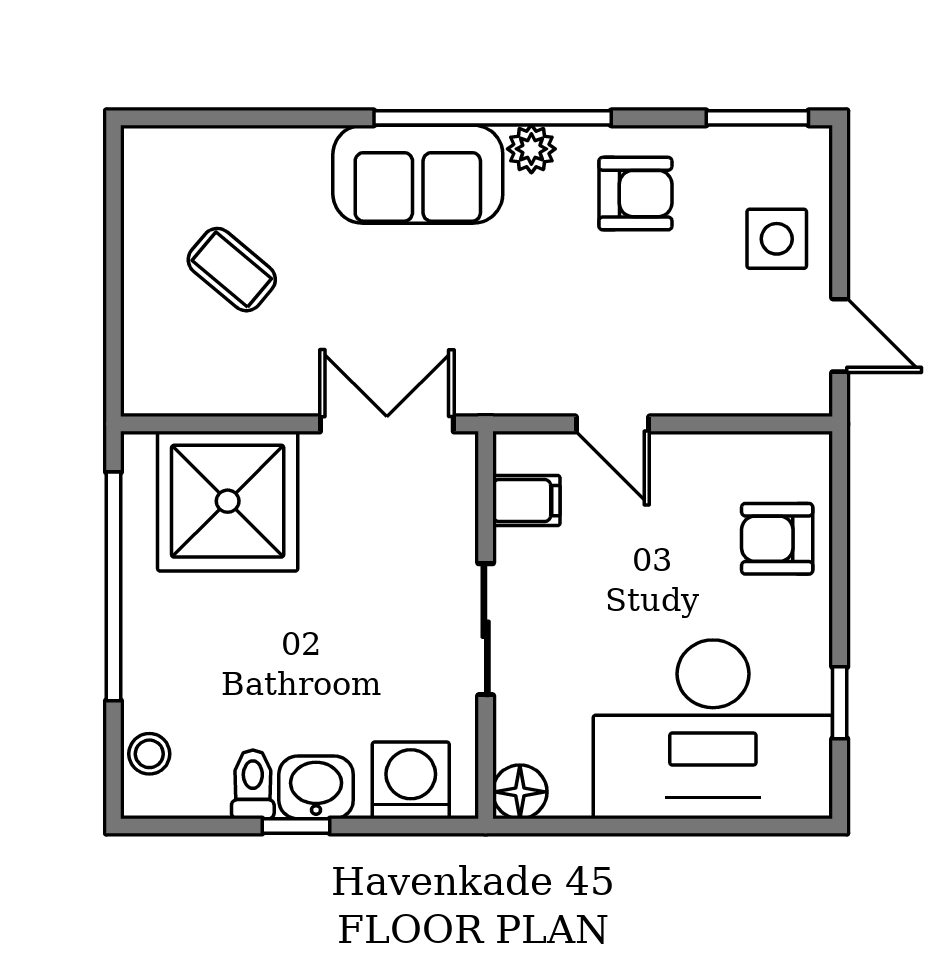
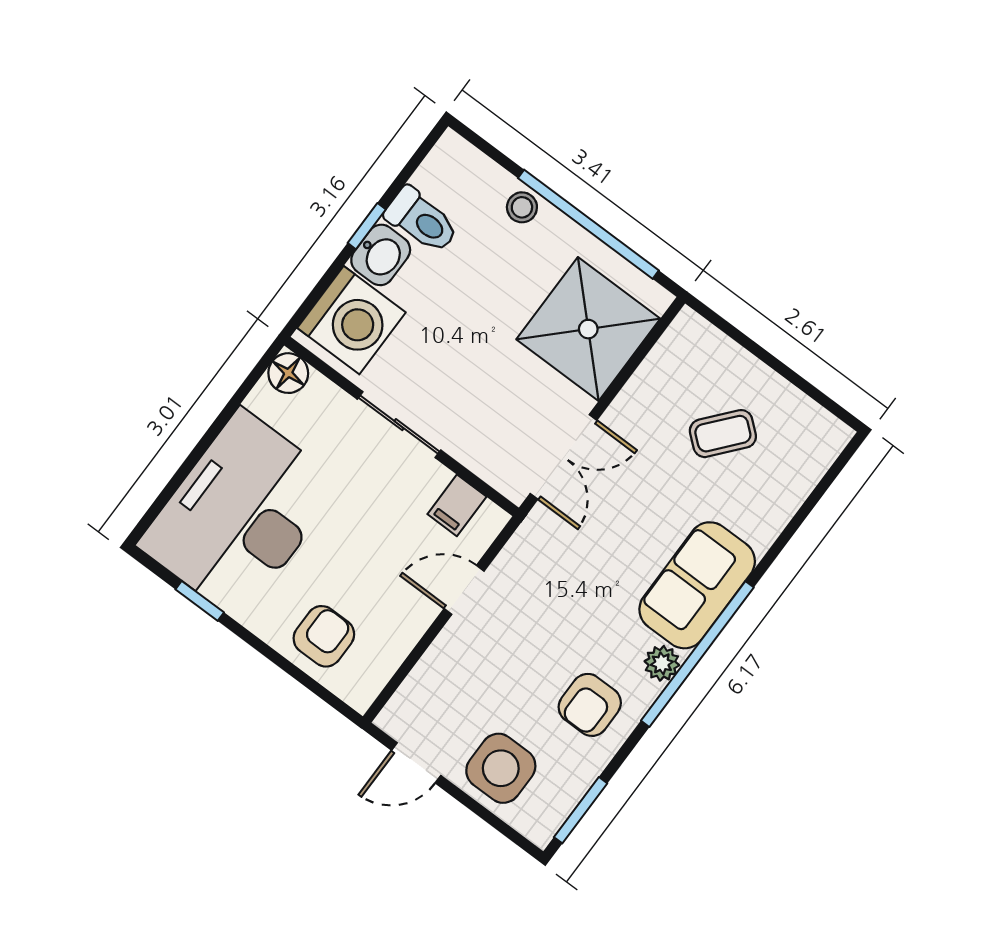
side table: (777, 239) -> (501, 768), width x1.37, depth x1.37
stool: (149, 754) -> (522, 207), moved
washing machine: (411, 780) -> (351, 320), width x1.37, depth x1.37
toilet: (253, 784) -> (422, 220), width x1.37, depth x1.39

